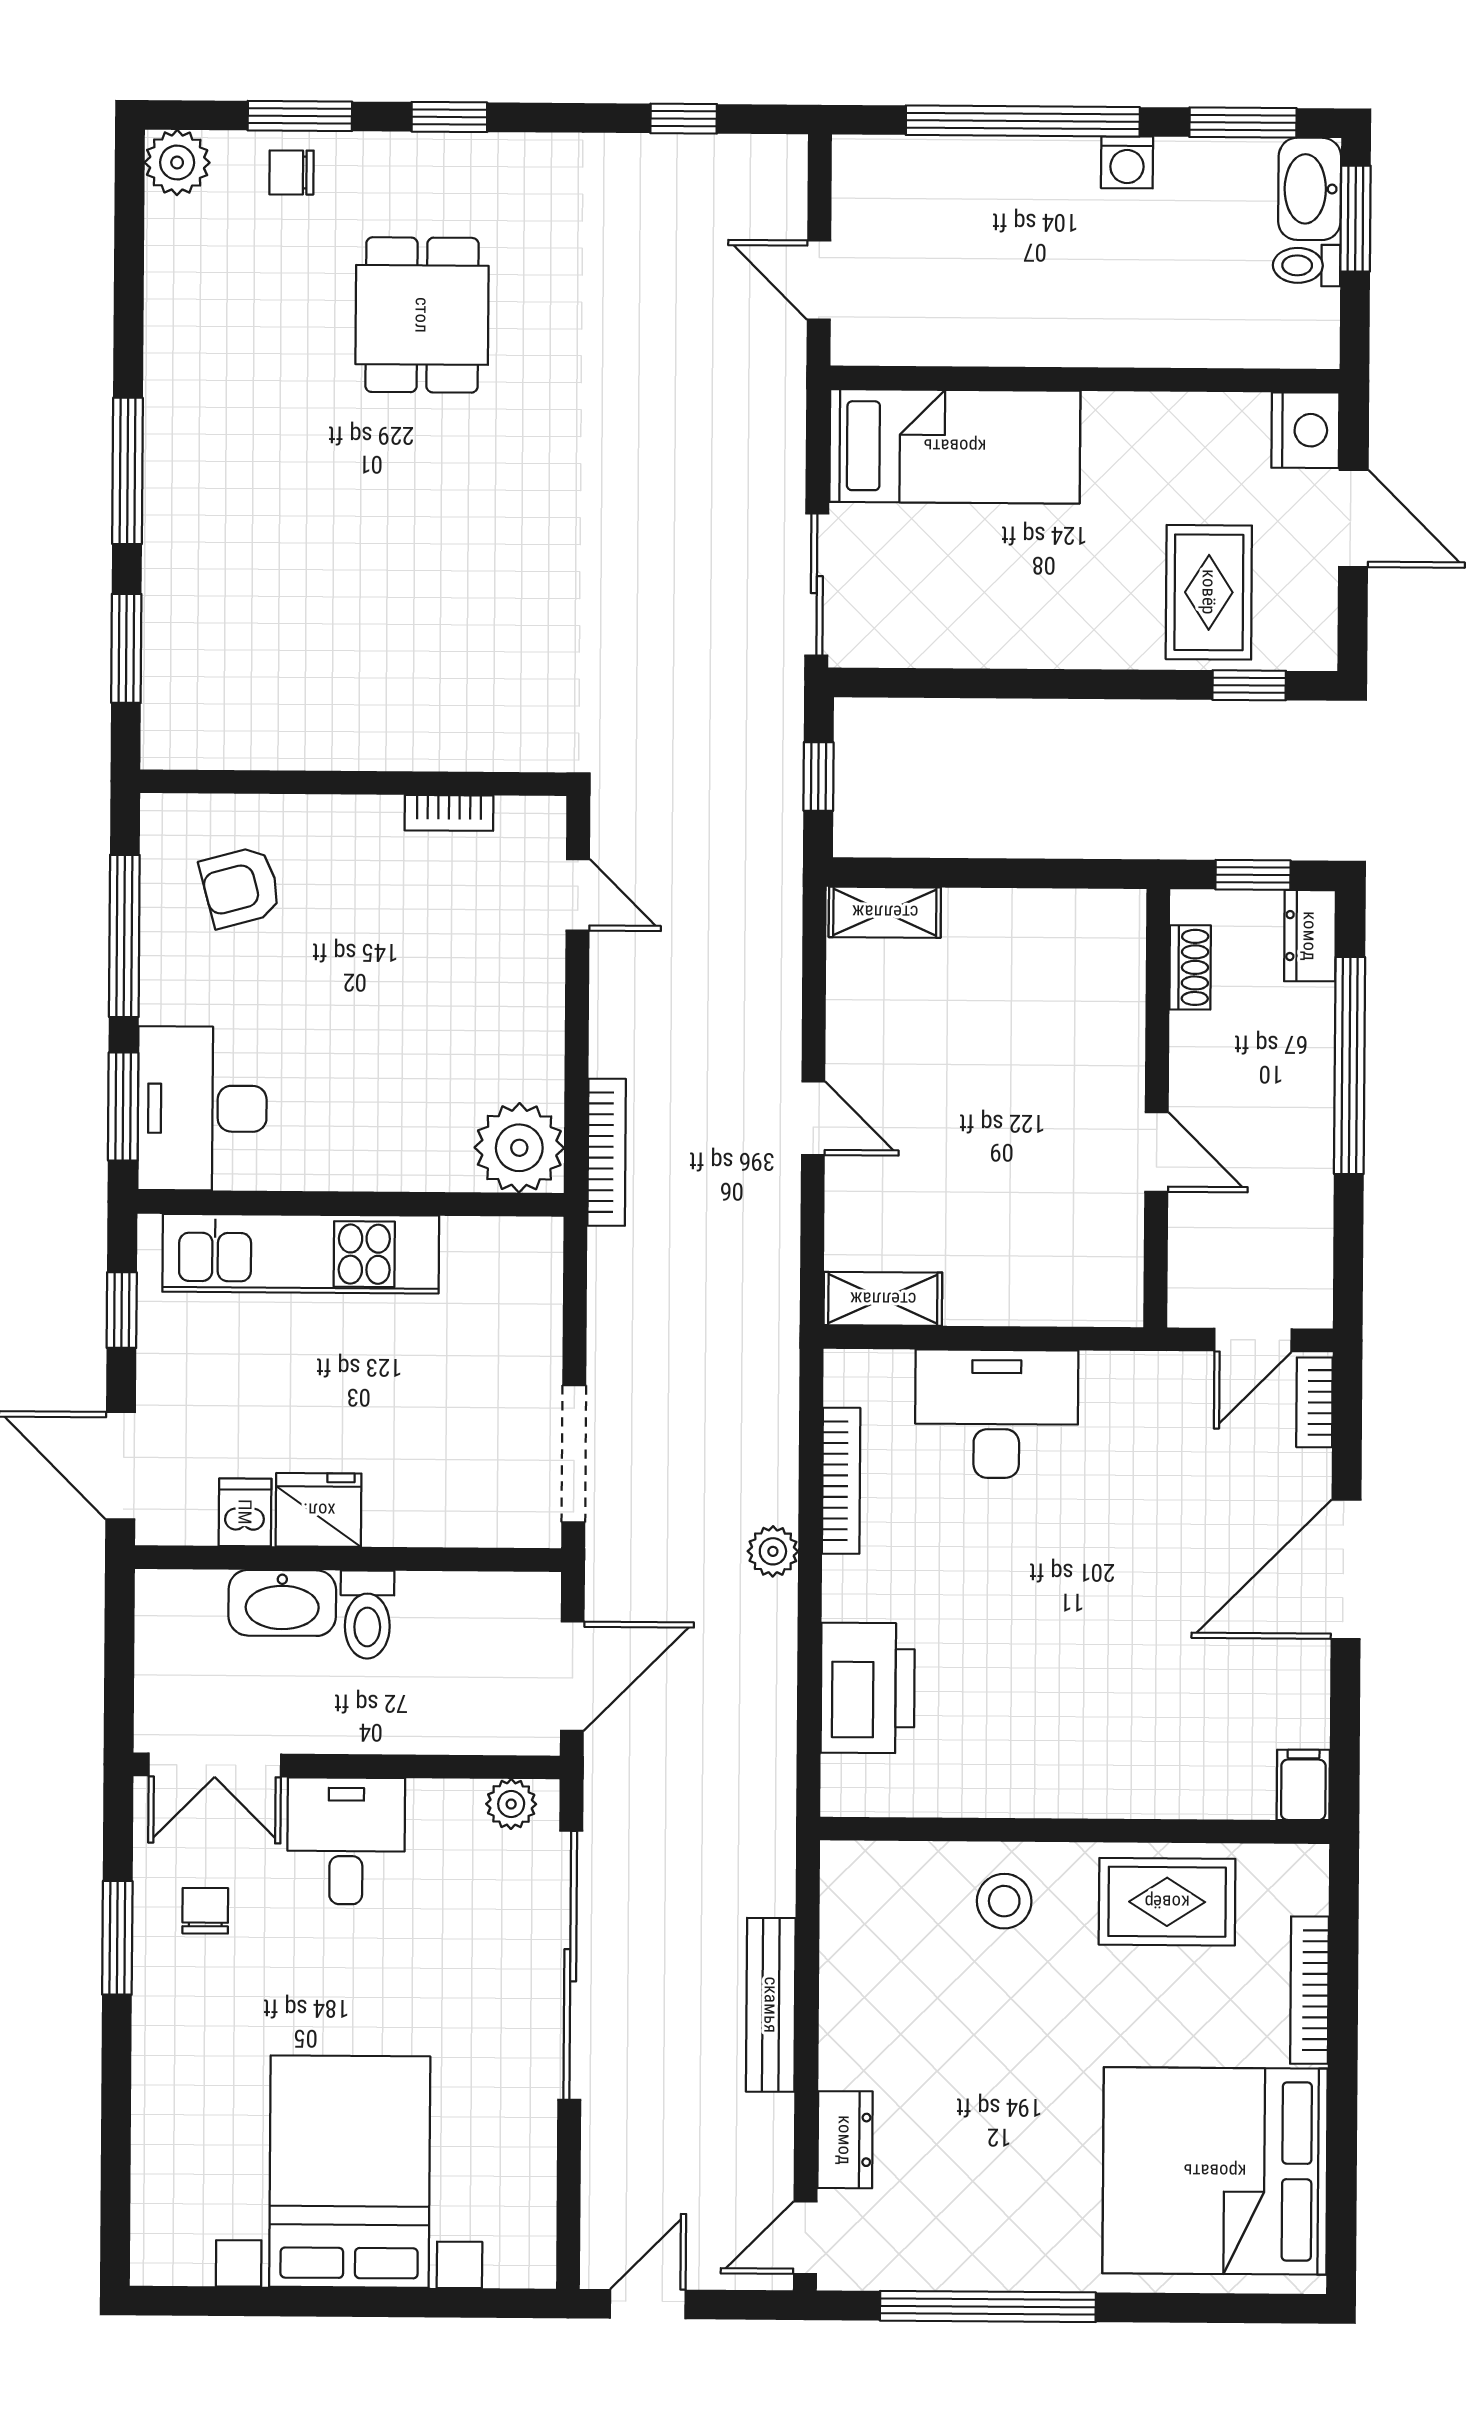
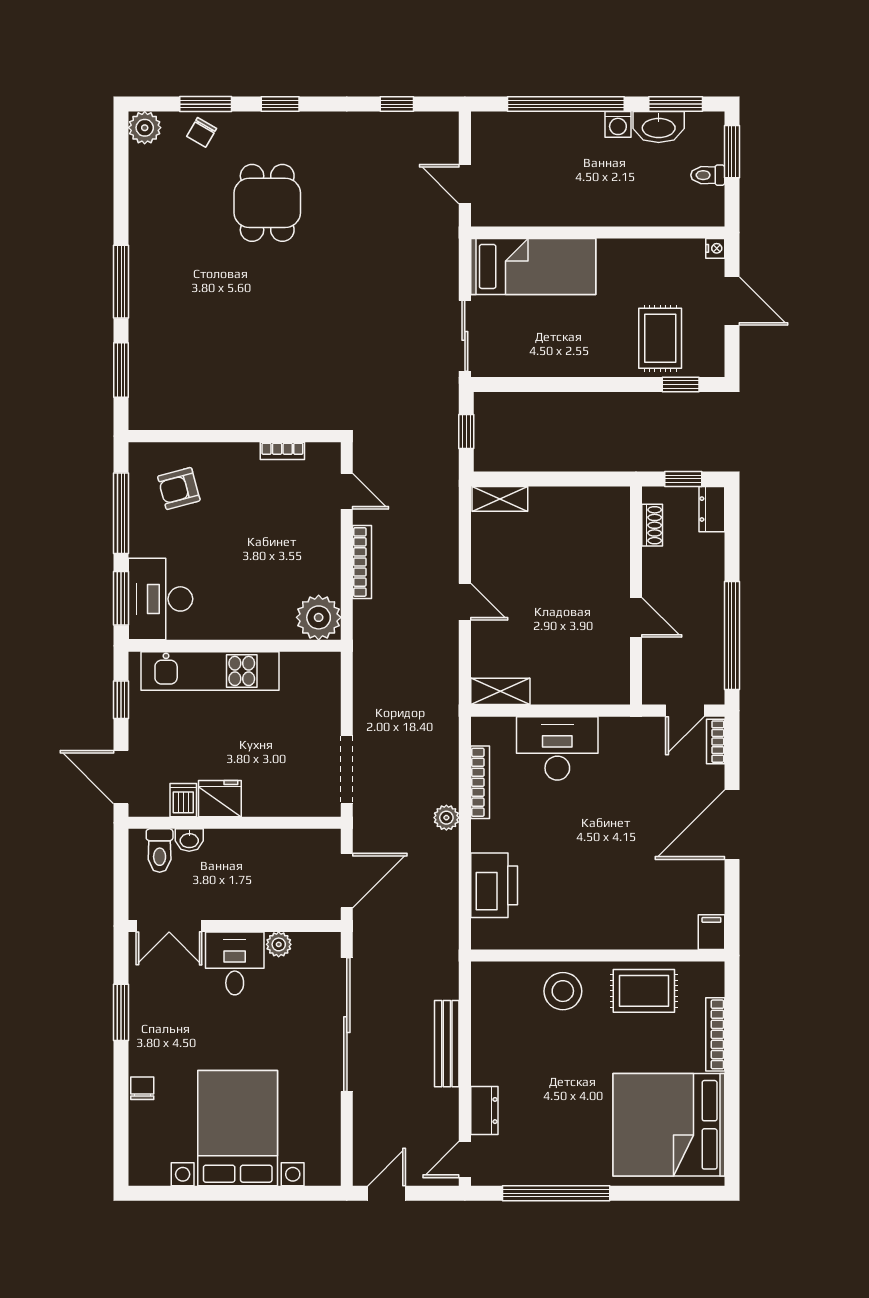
chair: (291, 172) -> (202, 132), turned -60
washbasin: (1310, 189) -> (659, 127), moved, turned -90
nightstand: (1305, 430) -> (715, 248), width x0.53, depth x0.56
window: (1350, 1066) -> (732, 636), moved
bookcase: (607, 1152) -> (362, 562), moved
washbasin: (282, 1603) -> (189, 840), width x0.52, depth x0.69
toilet: (367, 1615) -> (160, 851), moved
plant: (511, 1804) -> (279, 944), moved
stool: (1004, 1901) -> (563, 991), width x1.38, depth x1.38
chair: (205, 1911) -> (142, 1088), moved

